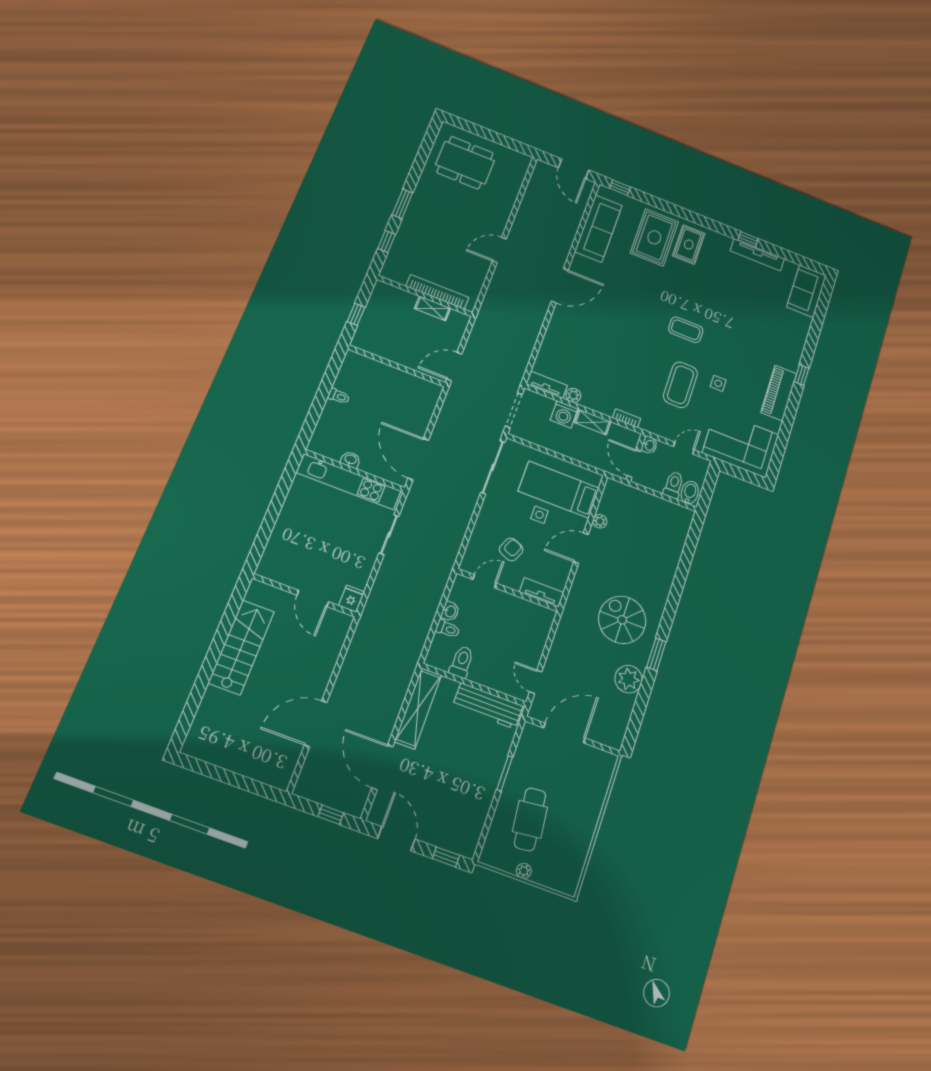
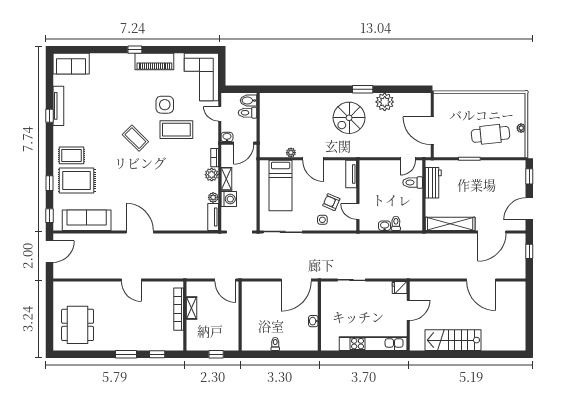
window: (662, 205) -> (49, 183), added
coffee table: (686, 330) -> (135, 138), turned -45
side table: (718, 383) -> (165, 105), width x1.87, depth x1.87
plant: (605, 405) -> (212, 175), added
kitchen unit: (349, 482) -> (373, 344), moved, turned -90
side table: (539, 515) -> (322, 220), moved
toilet: (462, 662) -> (413, 183), moved
workbench: (488, 706) -> (433, 183), width x0.73

